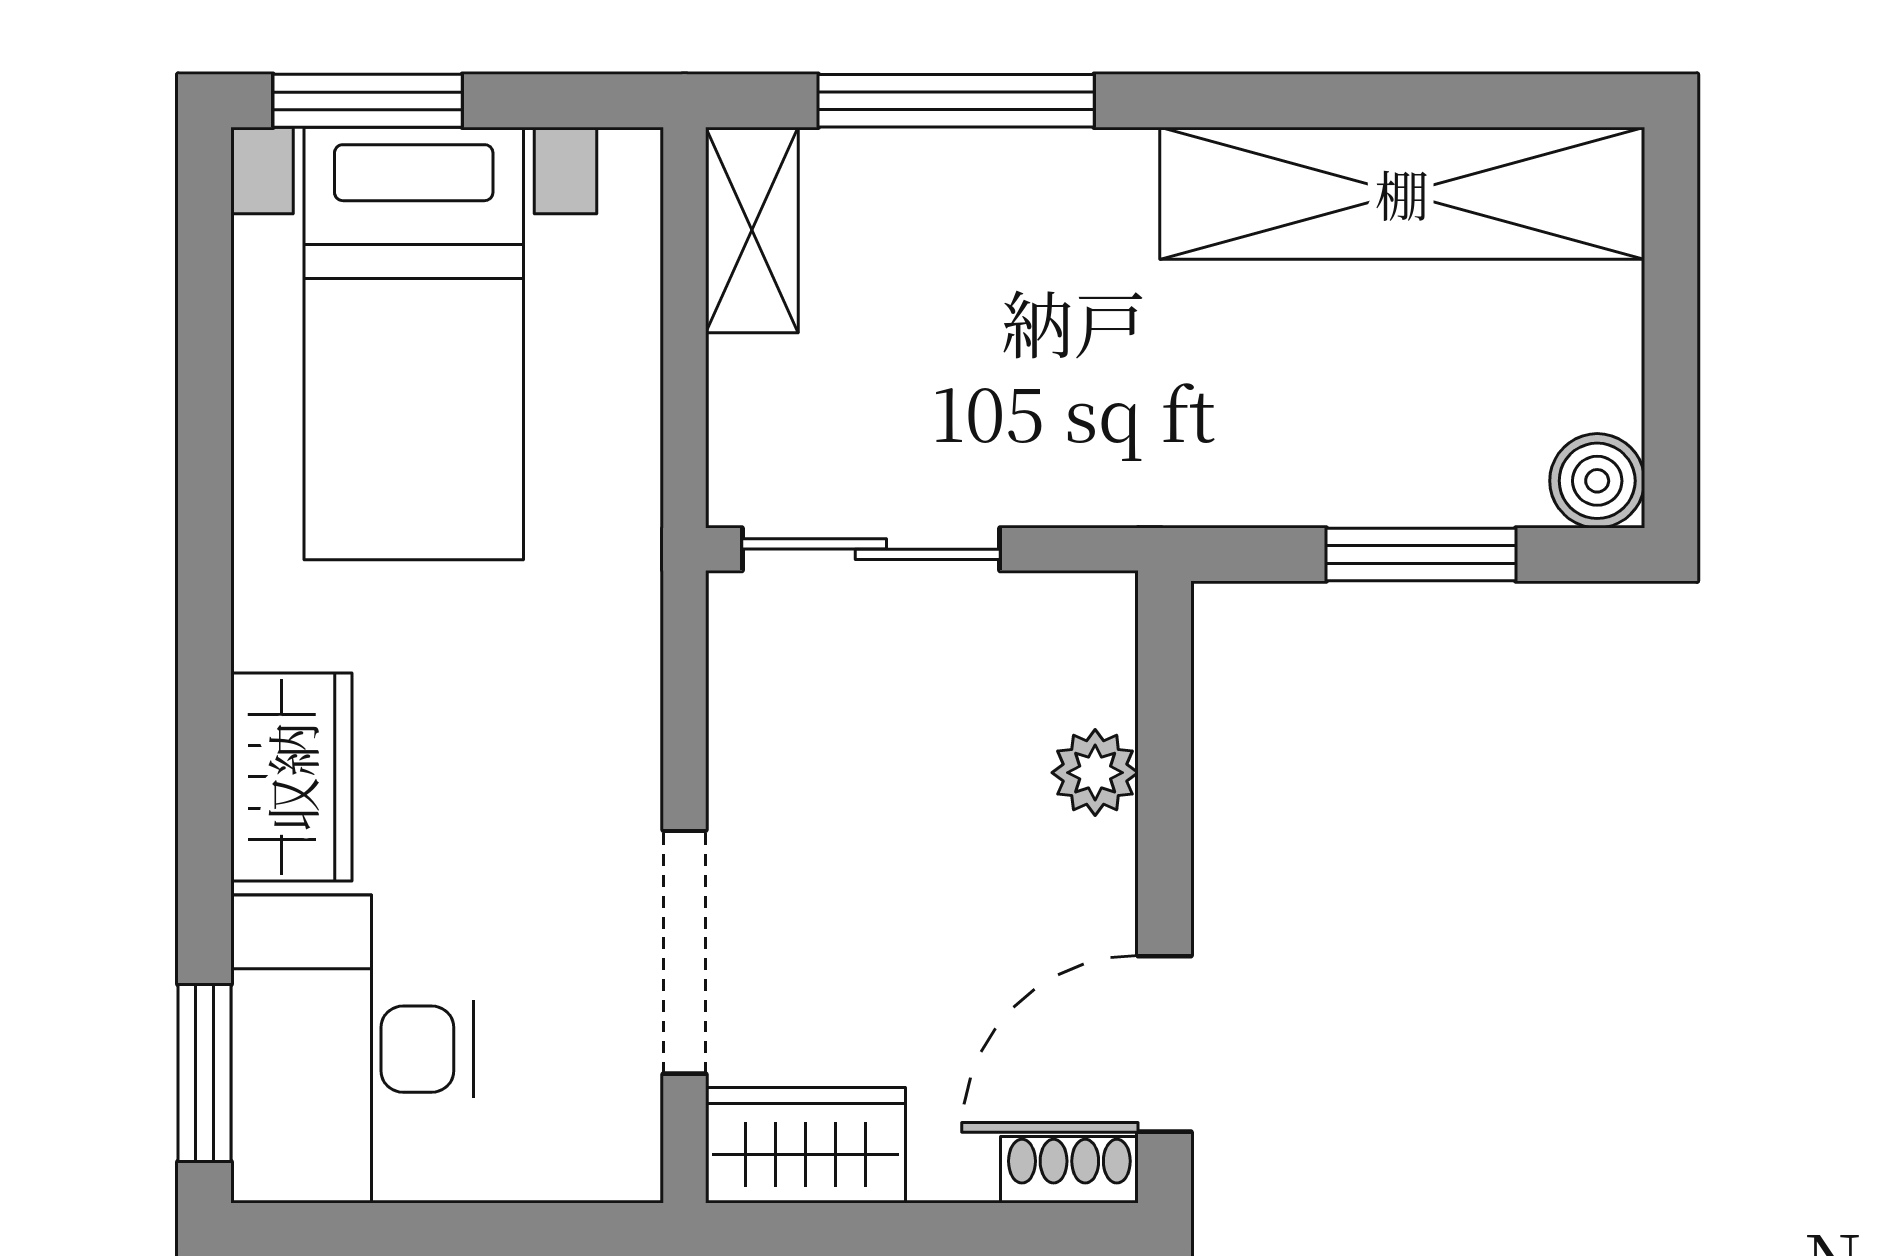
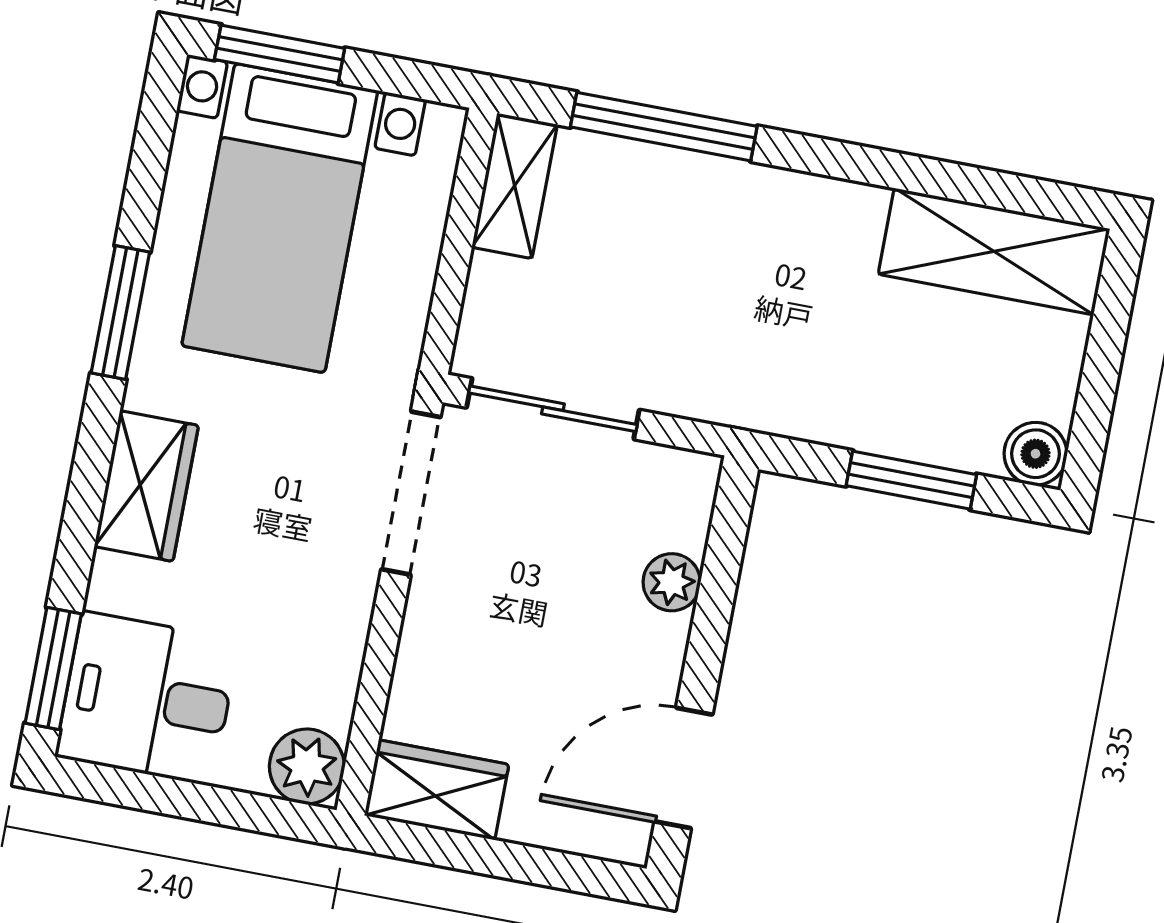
shelving: (1402, 193) -> (994, 251), width x0.68
window: (205, 528) -> (120, 312), added
doorway: (685, 952) -> (411, 493), moved
desk: (352, 1049) -> (147, 698), width x0.73
plant: (607, 1147) -> (307, 766), added
shoe rack: (1069, 1170) -> (606, 838), removed

